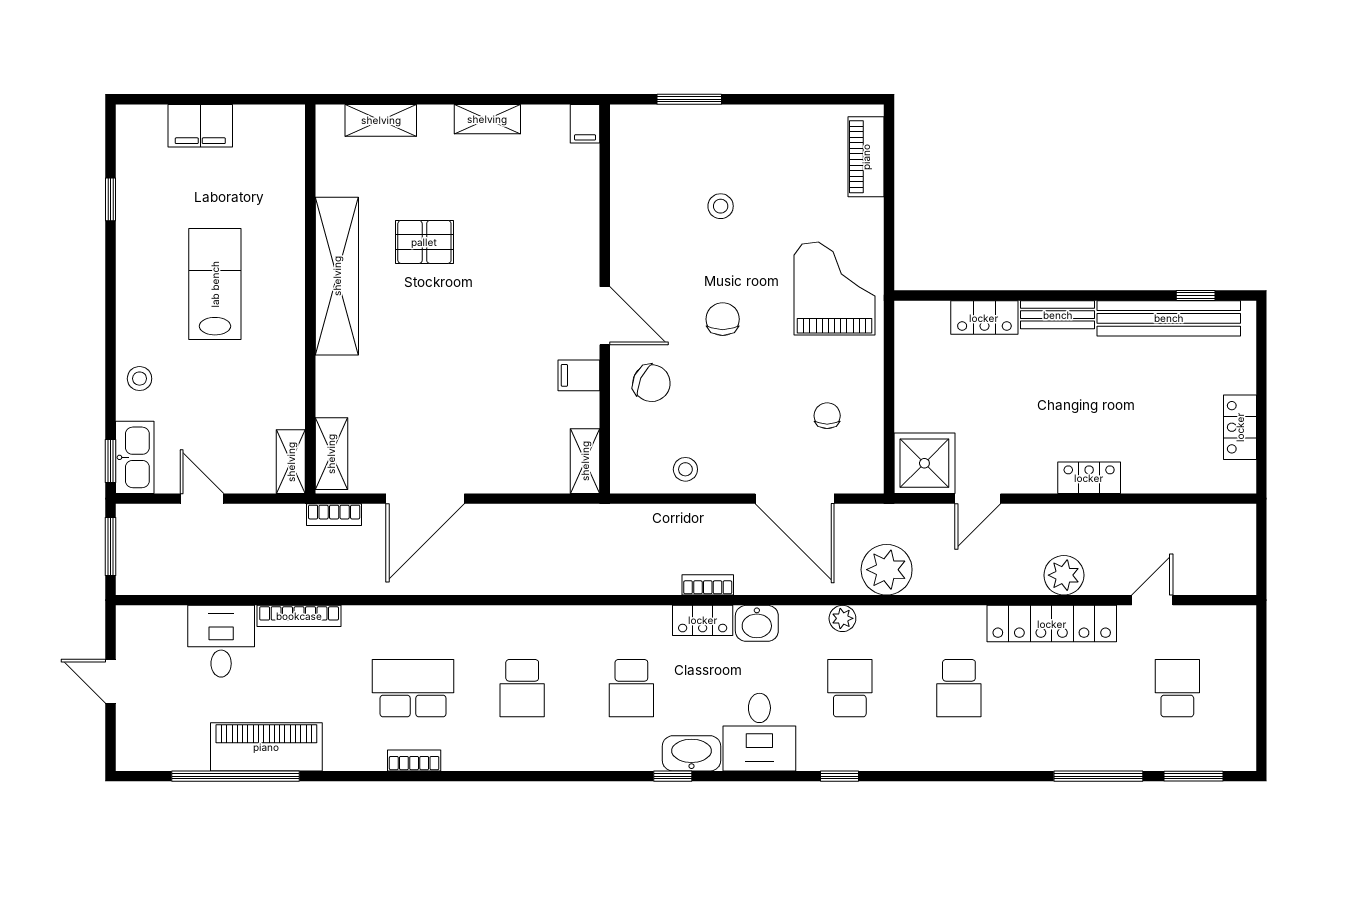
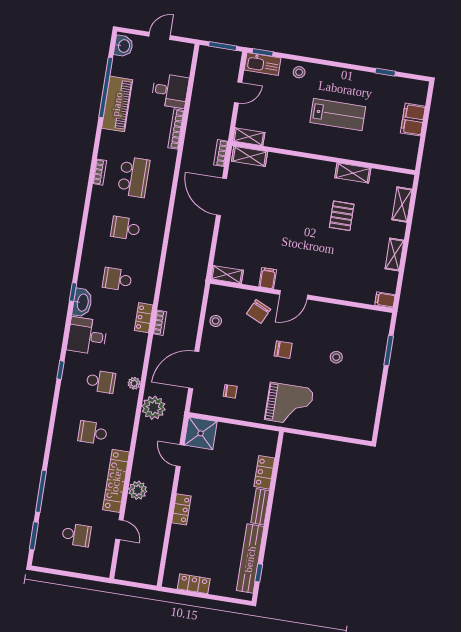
piano: (866, 157) -> (349, 429), removed
shelving: (337, 276) -> (353, 173), width x0.45, depth x0.75
washbasin: (757, 623) -> (124, 46), moved, turned 180

